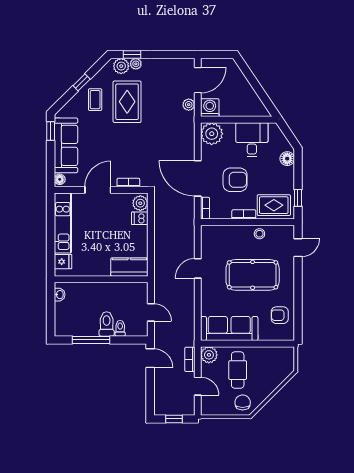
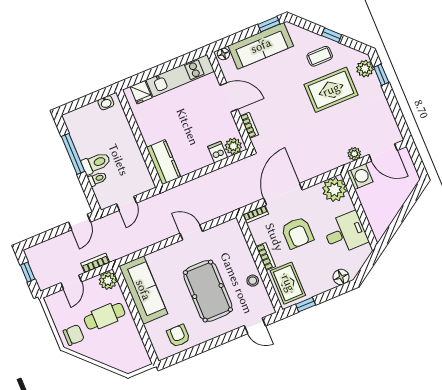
plant: (136, 64) -> (373, 83), removed

